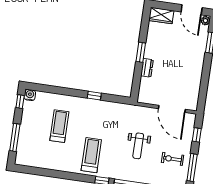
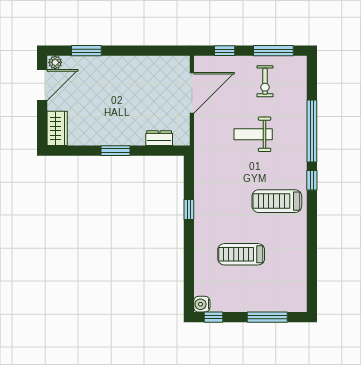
dresser: (147, 68) -> (159, 138), moved
weight bench: (138, 146) -> (253, 134), turned 180

